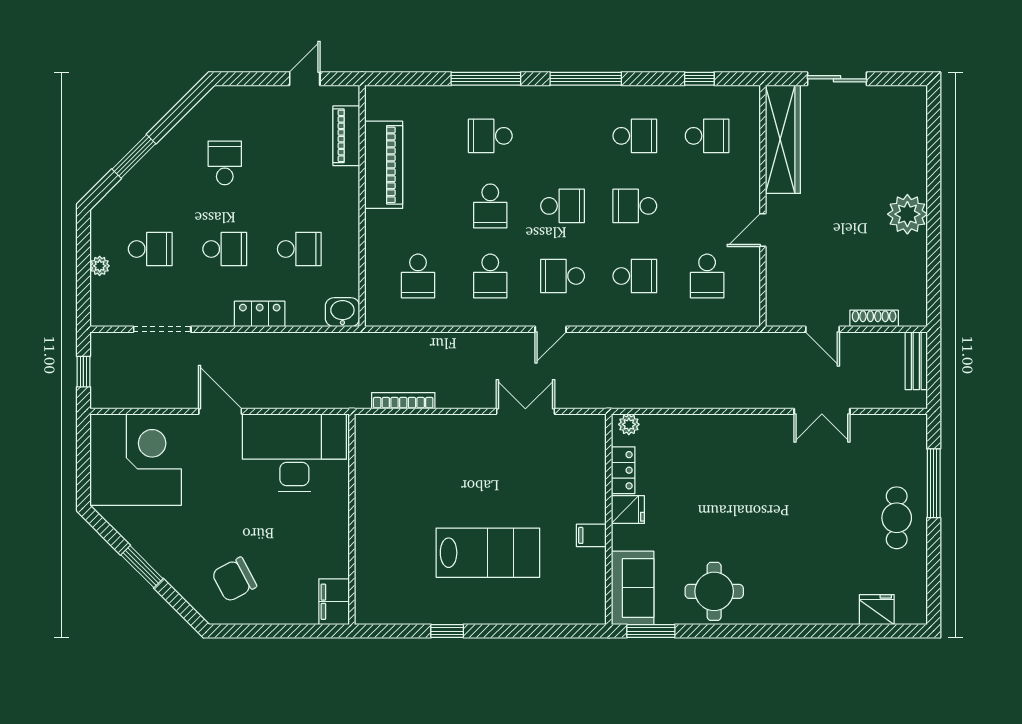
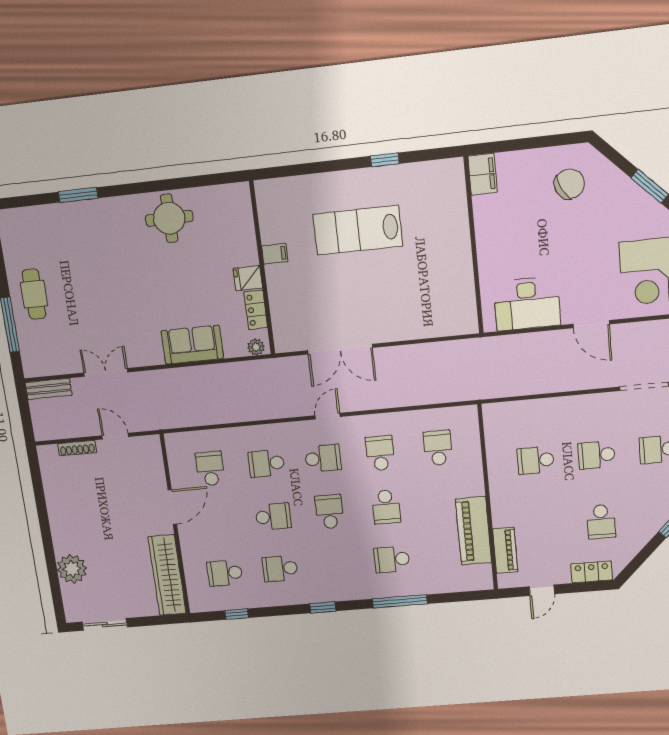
window: (586, 79) -> (323, 607), width x0.46
sliding door: (837, 79) -> (105, 624), moved
school desk: (490, 136) -> (392, 559), turned 180
school desk: (490, 206) -> (386, 507), turned 180
school desk: (563, 206) -> (329, 512), turned 90
plant: (907, 214) -> (72, 569), moved
door: (763, 230) -> (172, 507), width x1.37
washbasin: (342, 312) -> (496, 414), removed
locker: (260, 314) -> (592, 572), moved, turned 180
bench: (916, 361) -> (49, 389), moved, turned 90
bookcase: (403, 401) -> (440, 348), removed
double door: (525, 411) -> (340, 349), width x1.37
desk: (294, 453) -> (527, 304), width x0.73, depth x0.77
sofa: (633, 588) -> (192, 345), moved, turned 90
fridge: (877, 610) -> (37, 218), removed
window: (651, 631) -> (78, 195), moved

